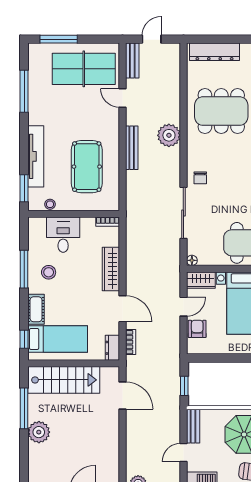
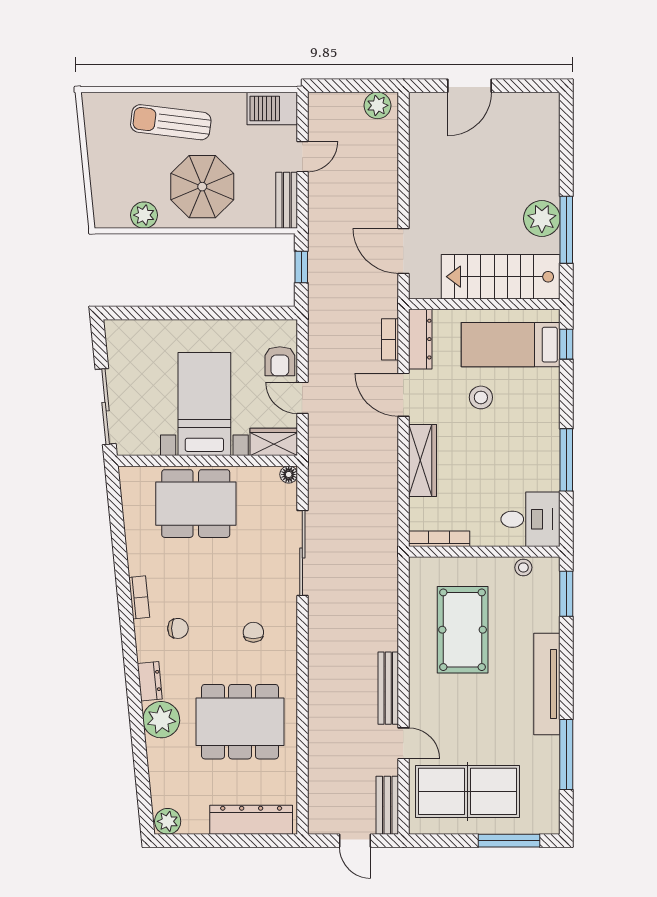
door: (152, 39) -> (355, 841), hinge flipped
plant: (169, 135) -> (327, 682), removed
bench: (132, 148) -> (388, 688), moved
tv unit: (36, 156) -> (547, 684), moved
chair: (200, 178) -> (253, 632), moved
bookcase: (108, 222) -> (439, 539), width x1.56
desk: (63, 235) -> (531, 519), moved, turned -90
stool: (49, 272) -> (481, 397), moved
door: (183, 307) -> (302, 398), hinge flipped
cot: (36, 309) -> (546, 394), removed
dresser: (112, 348) -> (420, 339), width x1.44
plant: (39, 432) -> (542, 219), moved

